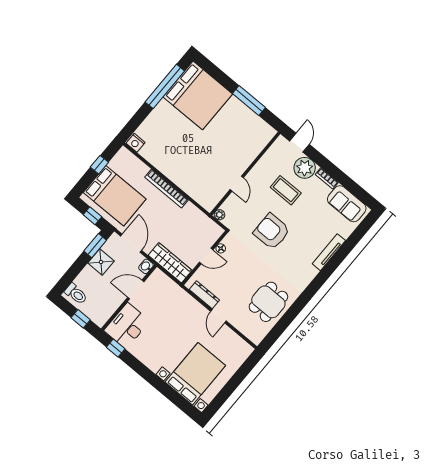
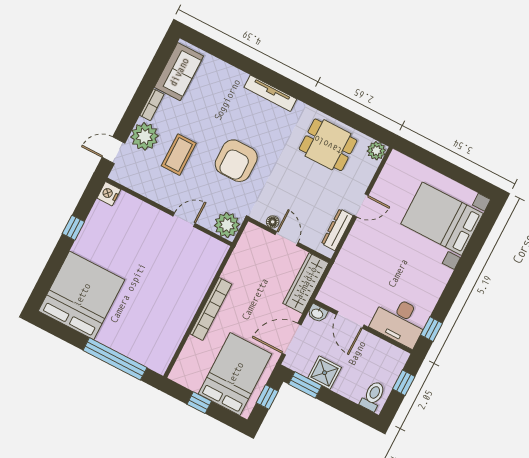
window: (165, 86) -> (115, 359), moved
window: (249, 100) -> (73, 228), width x0.46
nightstand: (136, 143) -> (109, 194), moved, turned 180
plant: (219, 215) -> (227, 225), width x1.87, depth x1.87
tv unit: (329, 252) -> (270, 93), moved
plant: (256, 336) -> (376, 151), added

